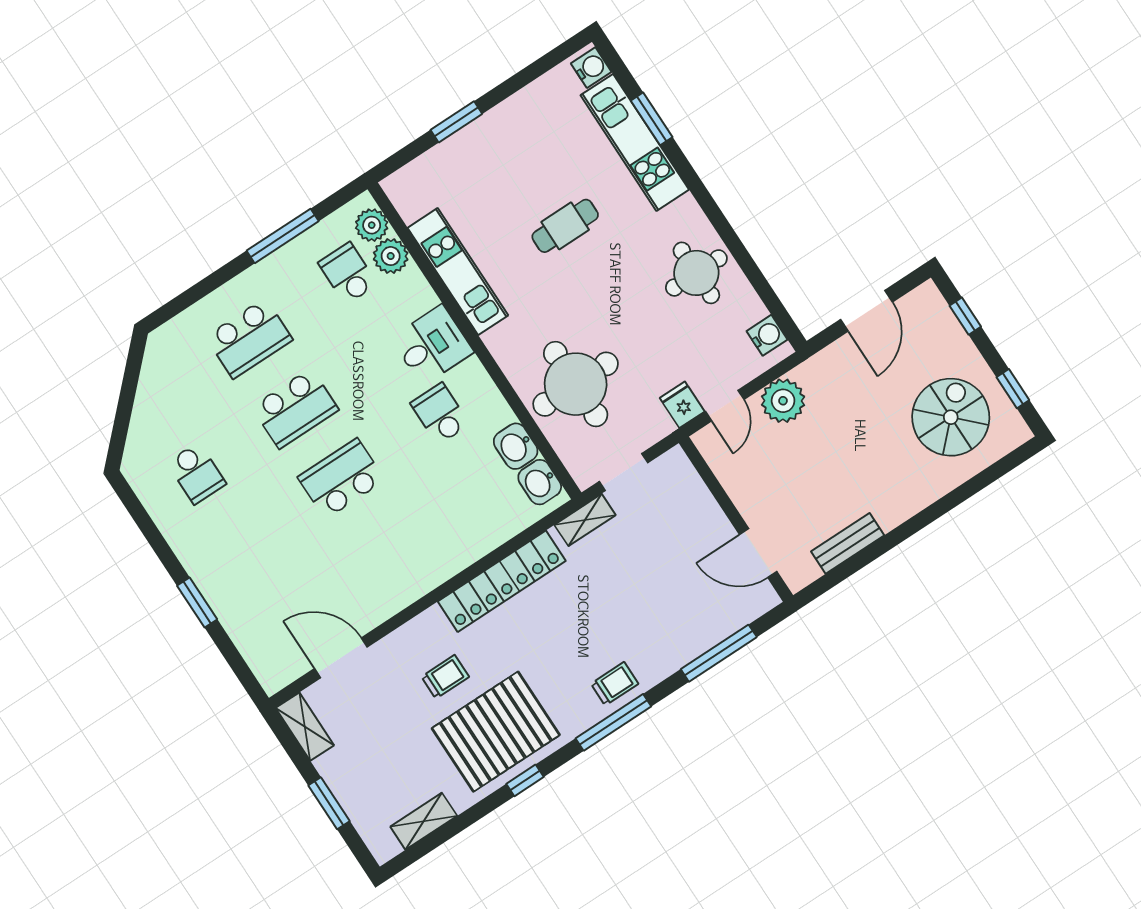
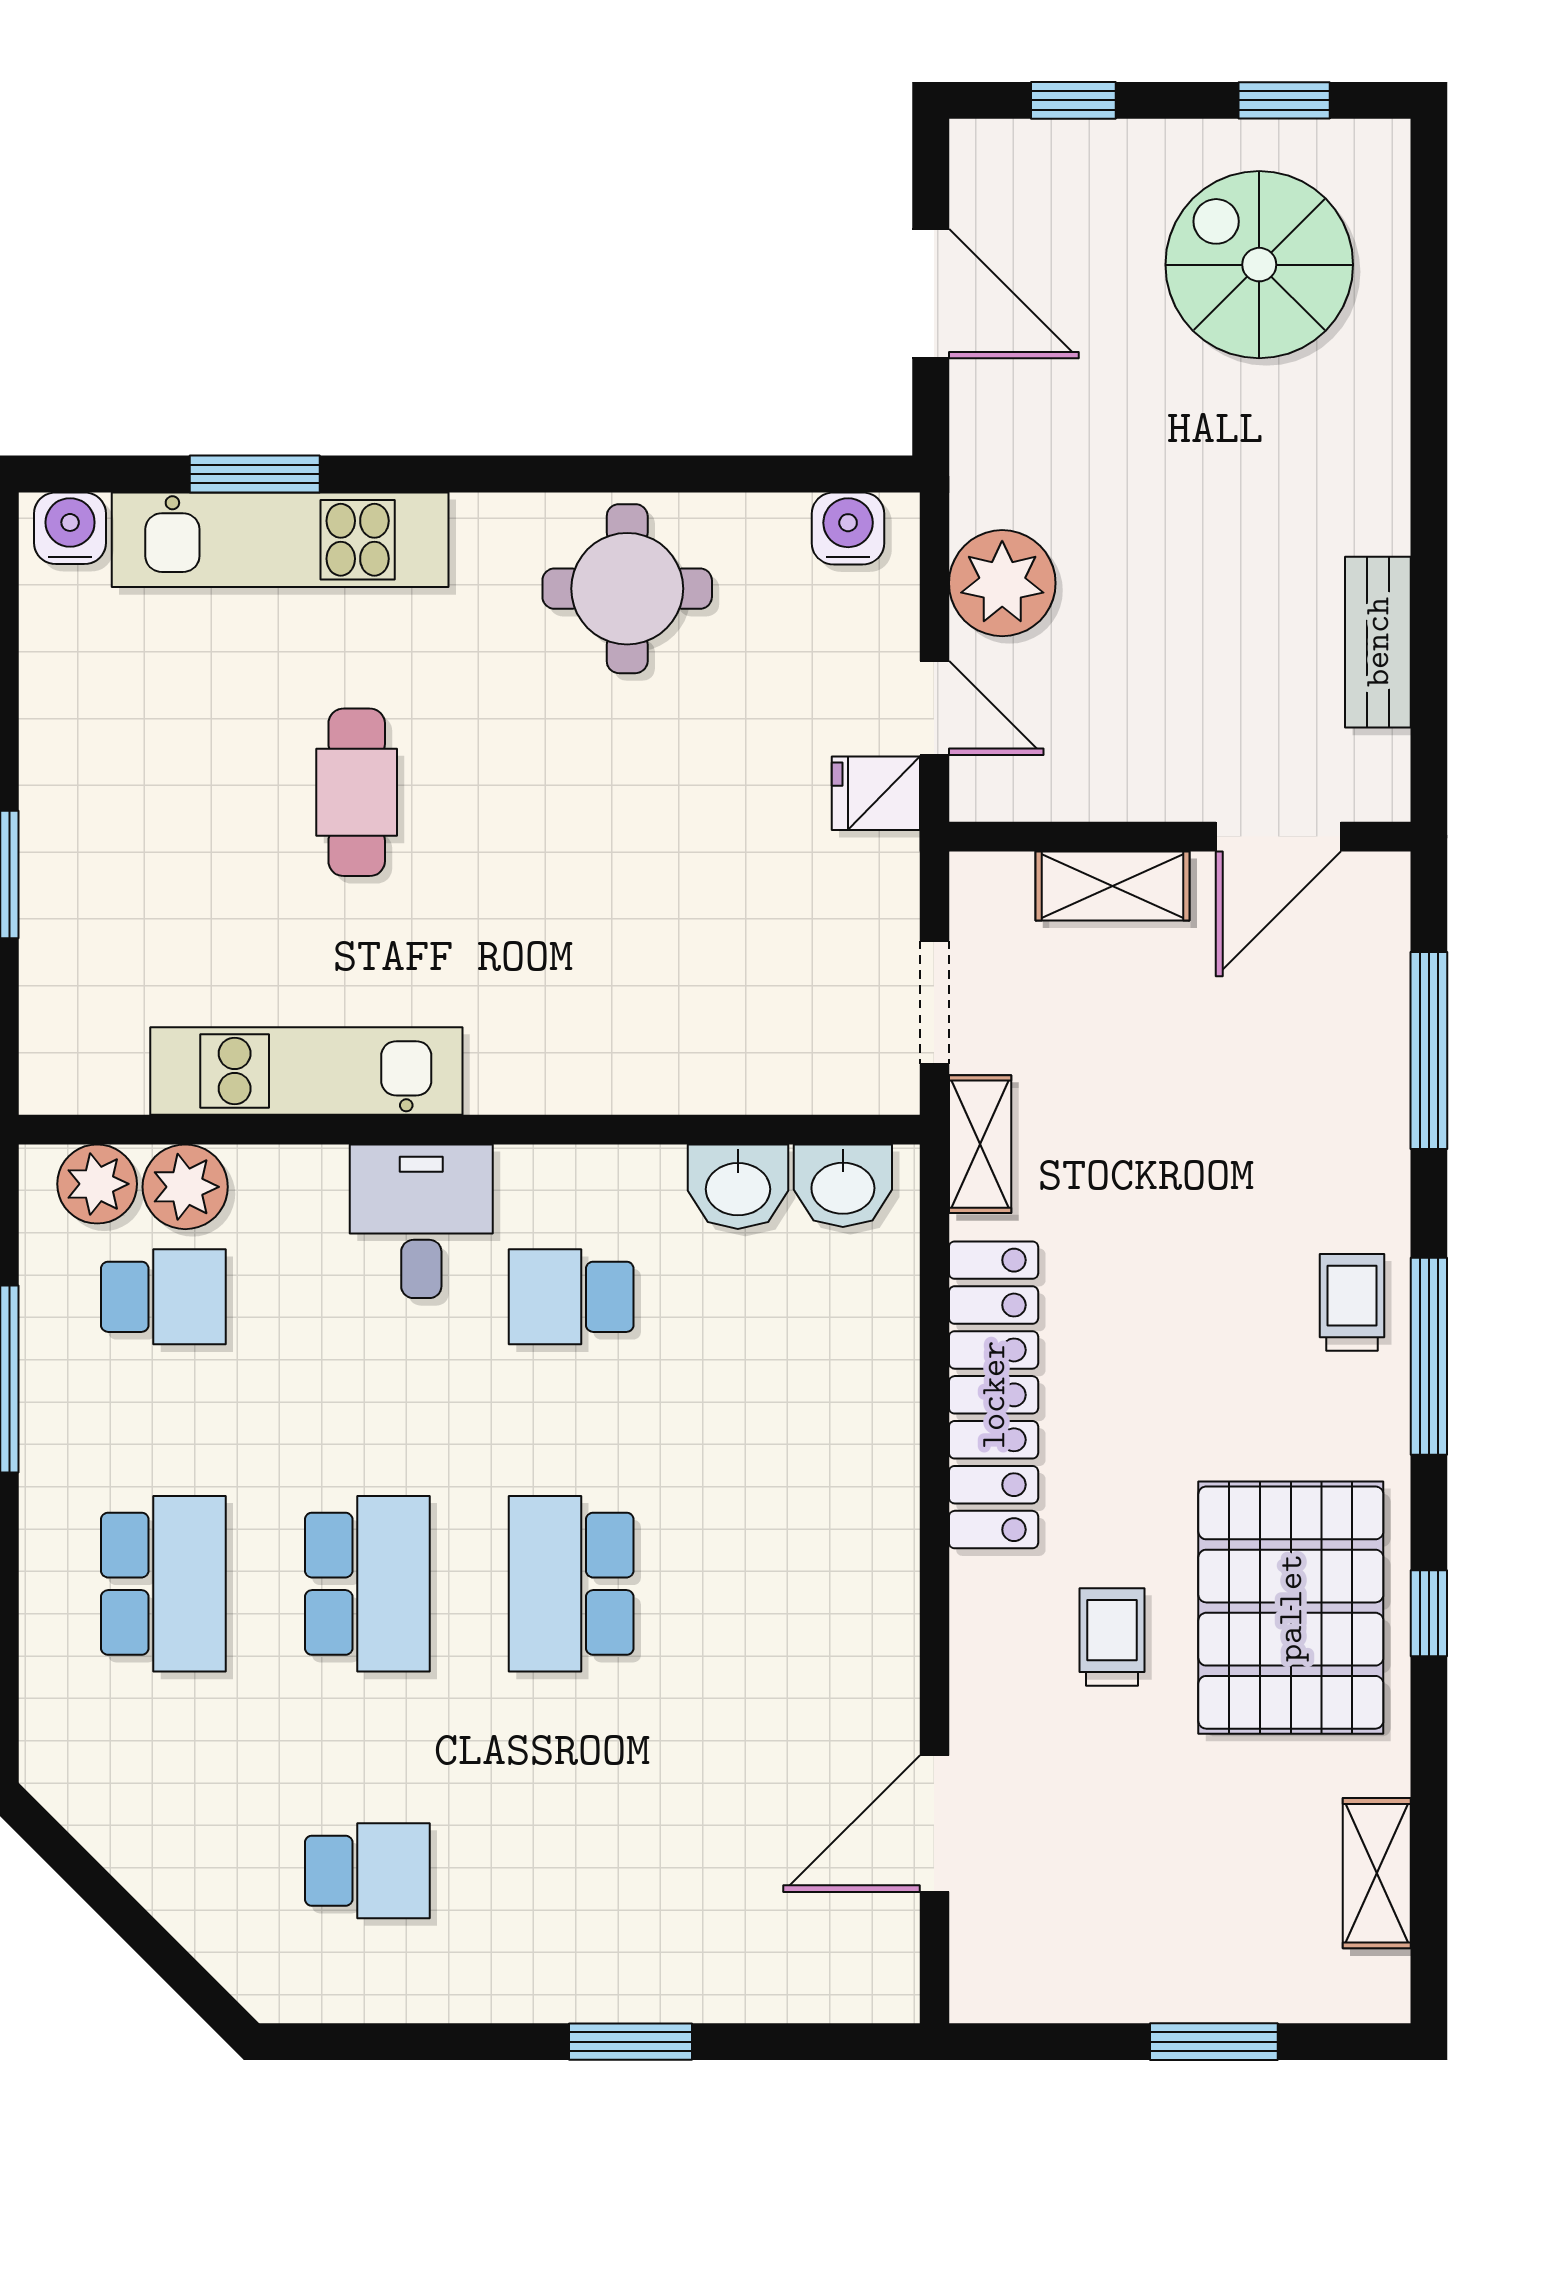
school desk: (348, 273) -> (163, 1297), turned 180
round table: (576, 384) -> (692, 982), removed
shelving: (305, 727) -> (1113, 886), moved

